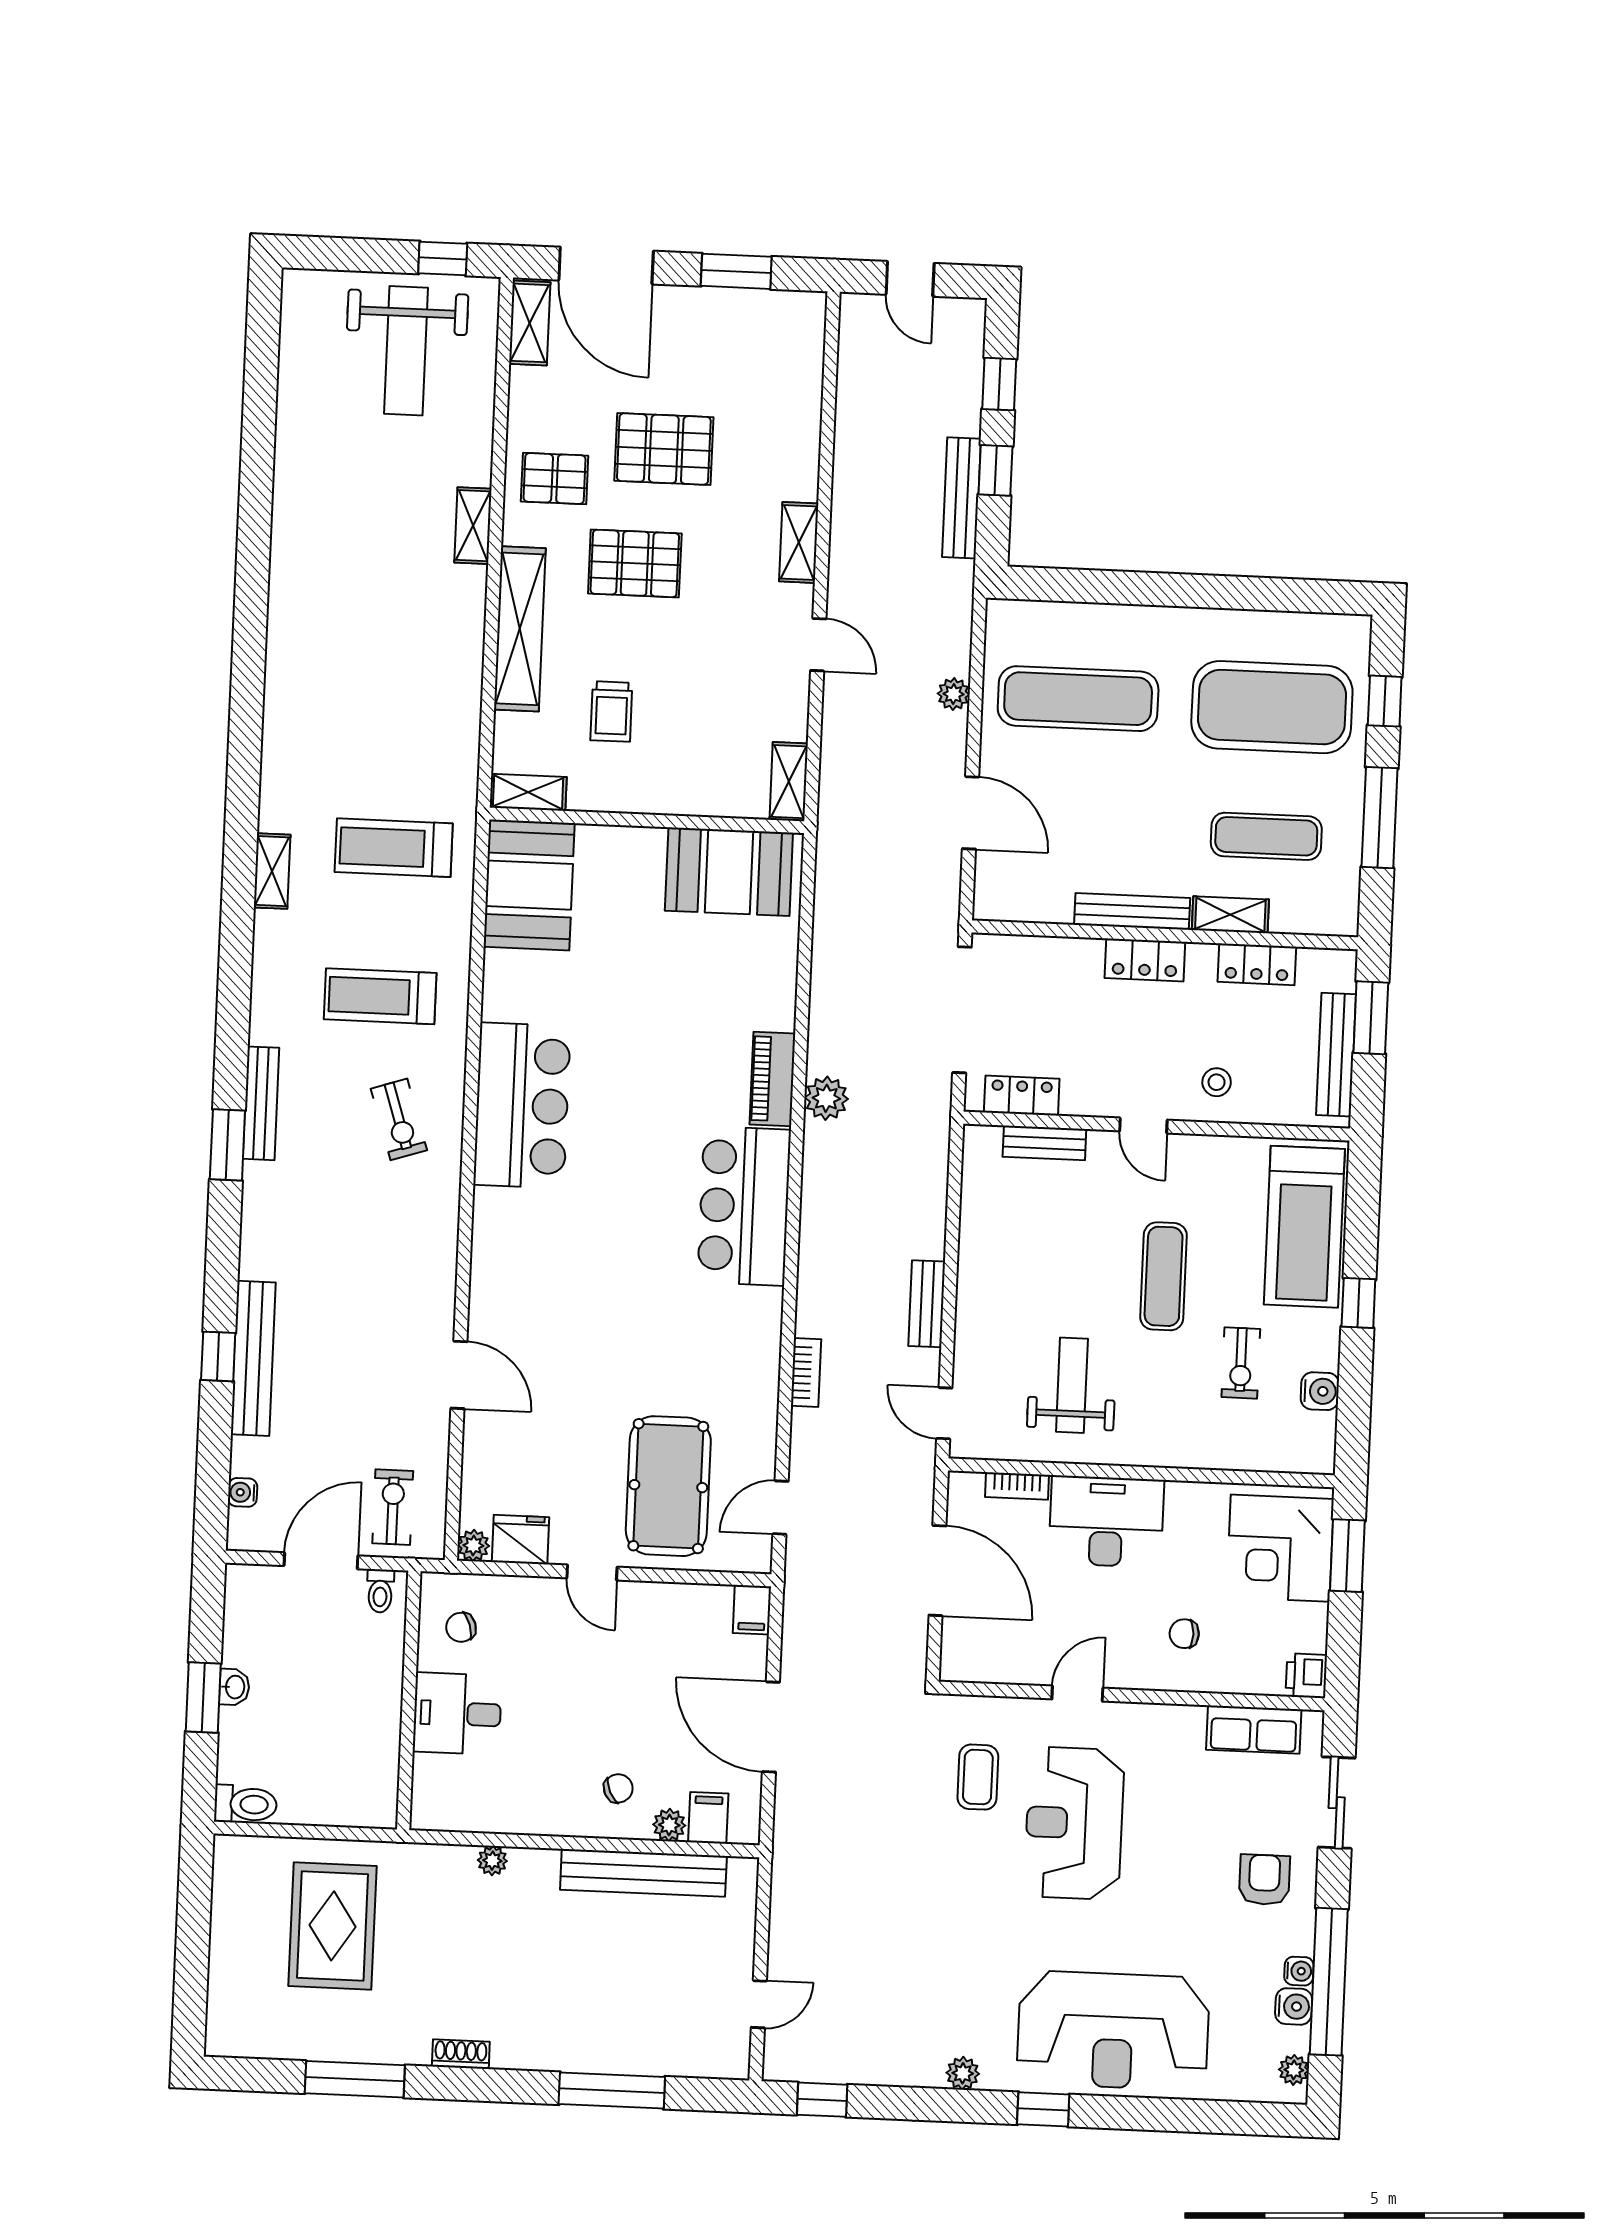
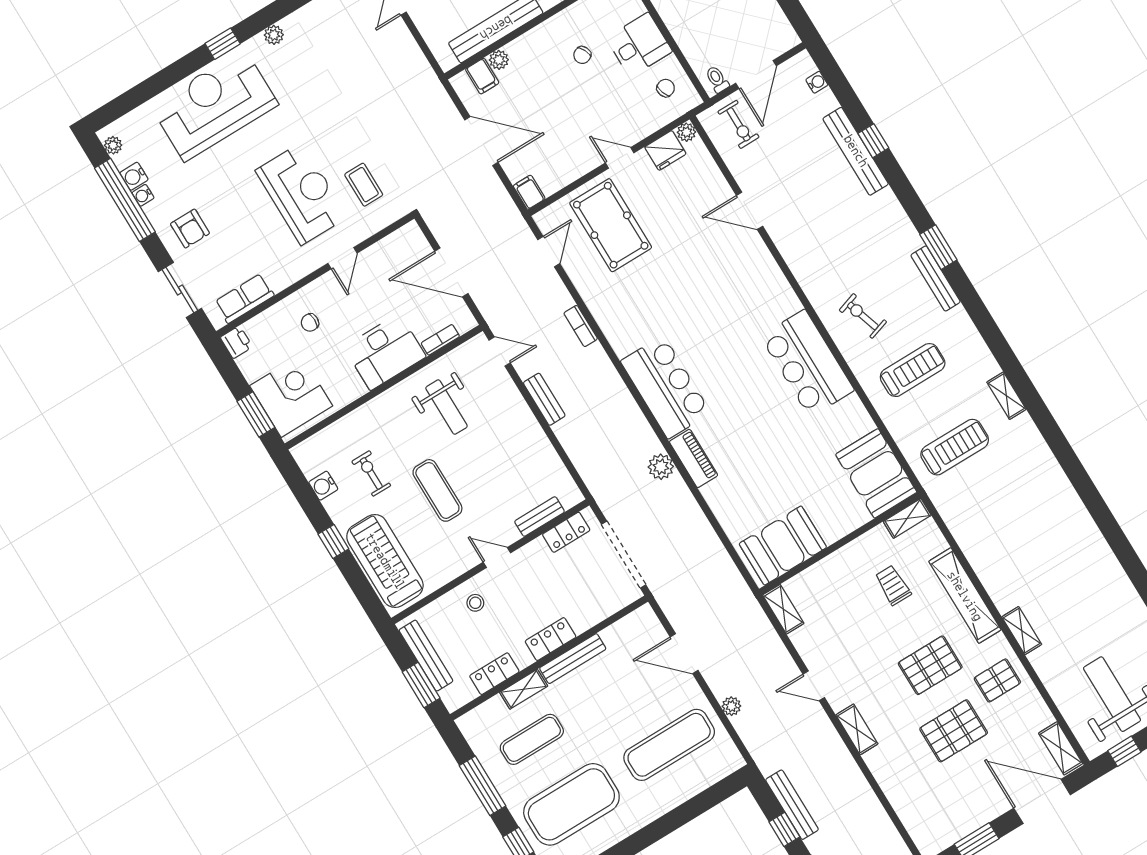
chair: (1184, 1634) -> (310, 323), turned 180
chair: (618, 1788) -> (582, 55), moved

